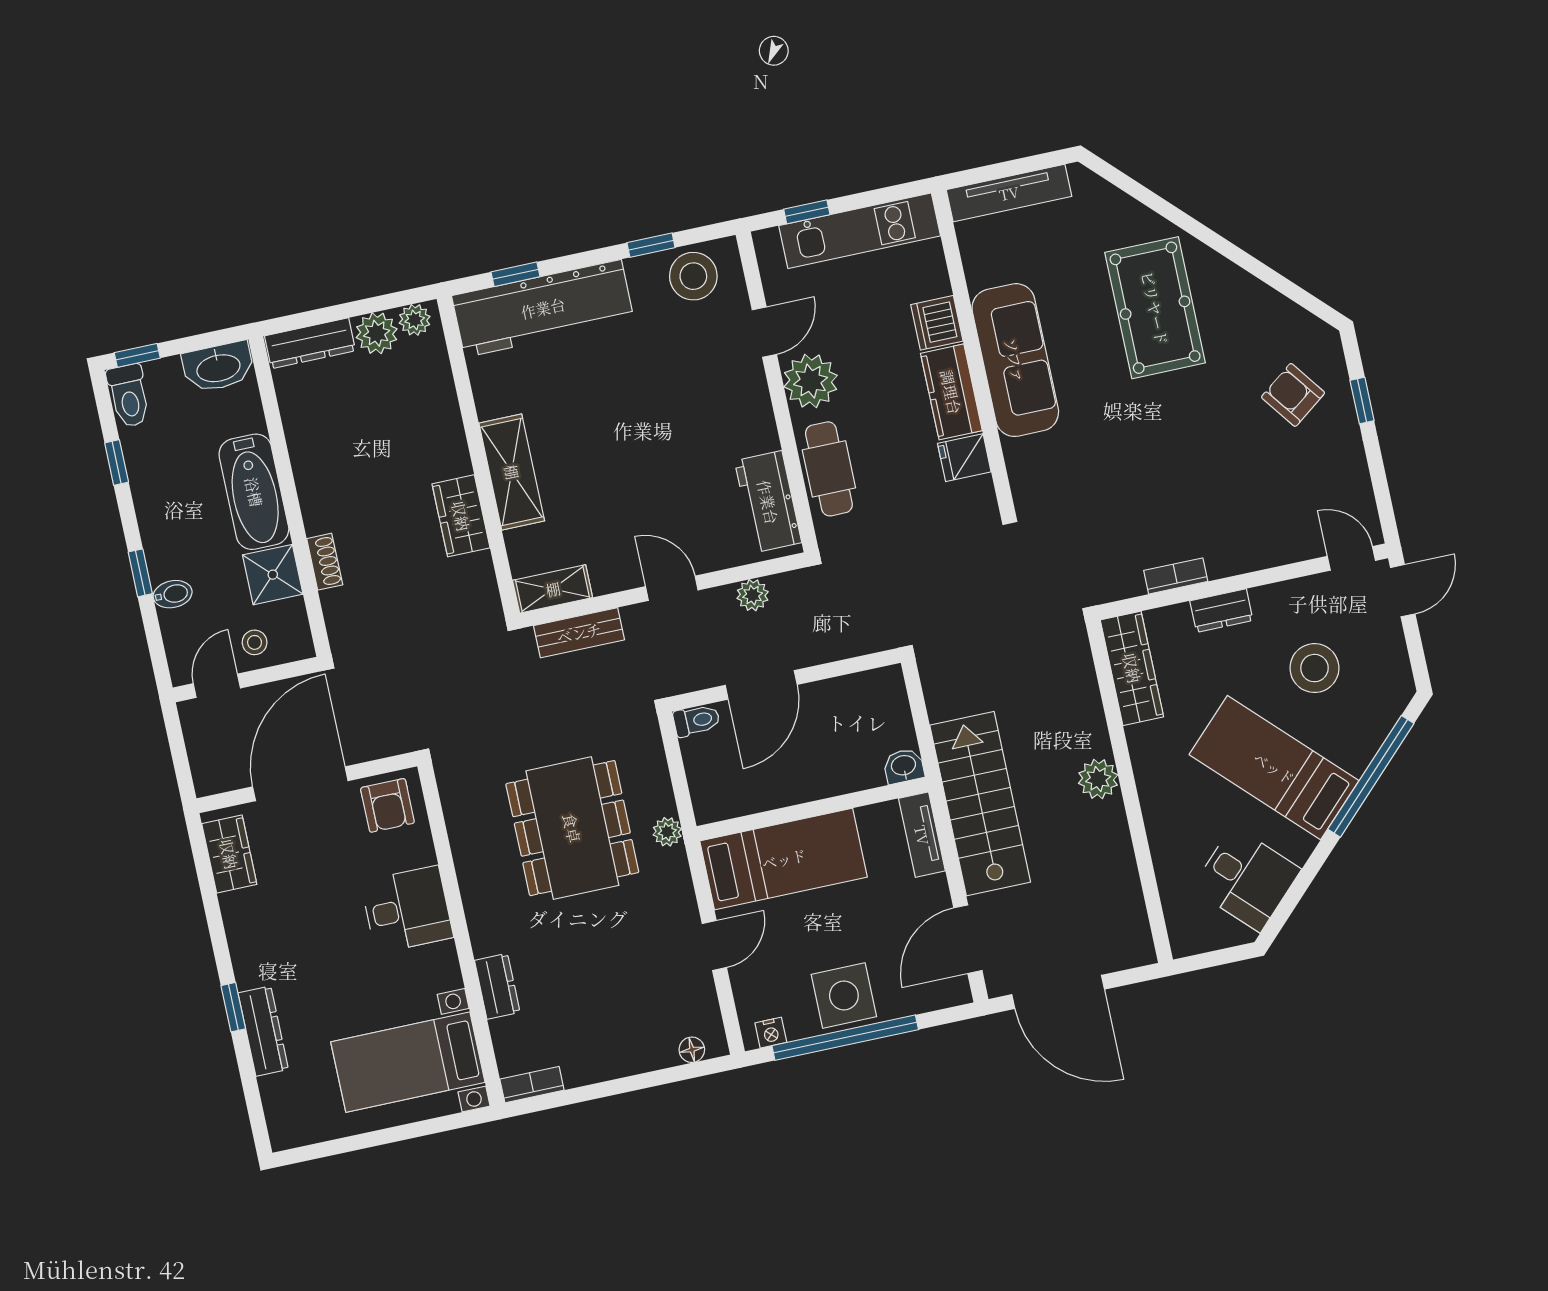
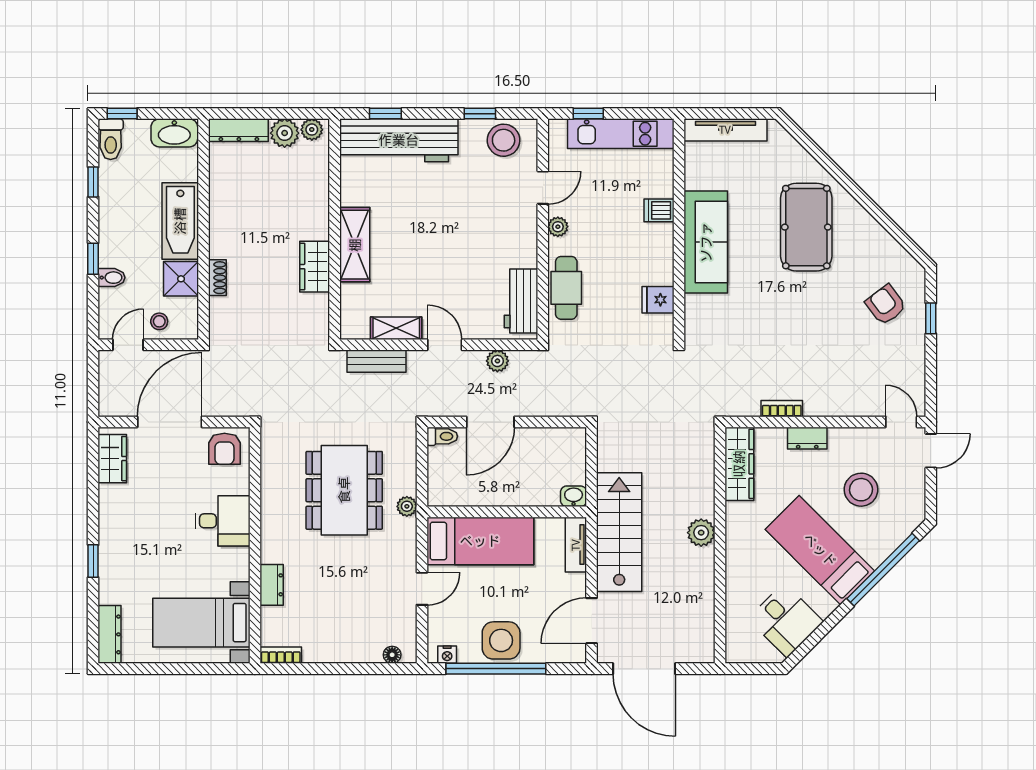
dishwasher: (937, 323) -> (659, 210), width x0.73
plant: (811, 381) -> (558, 227), width x0.53, depth x0.53
kitchen counter: (951, 392) -> (659, 254), removed
shelving: (553, 589) -> (396, 328), moved
dresser: (263, 1031) -> (110, 634), moved

